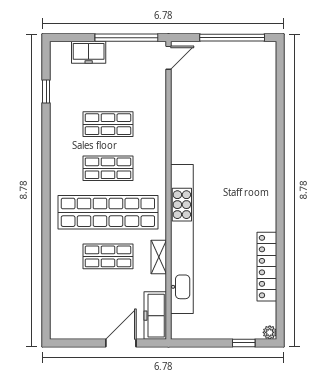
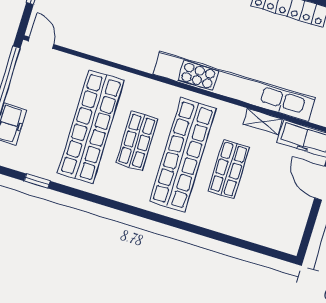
shop shelf: (108, 124) -> (91, 127), width x2.00, depth x1.36
shelving: (159, 257) -> (263, 122), moved

